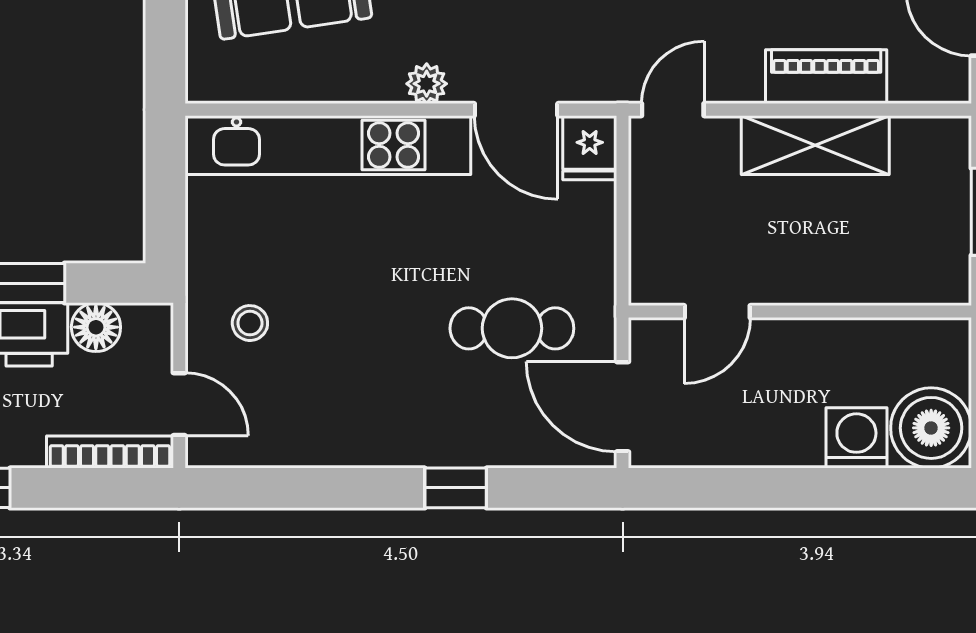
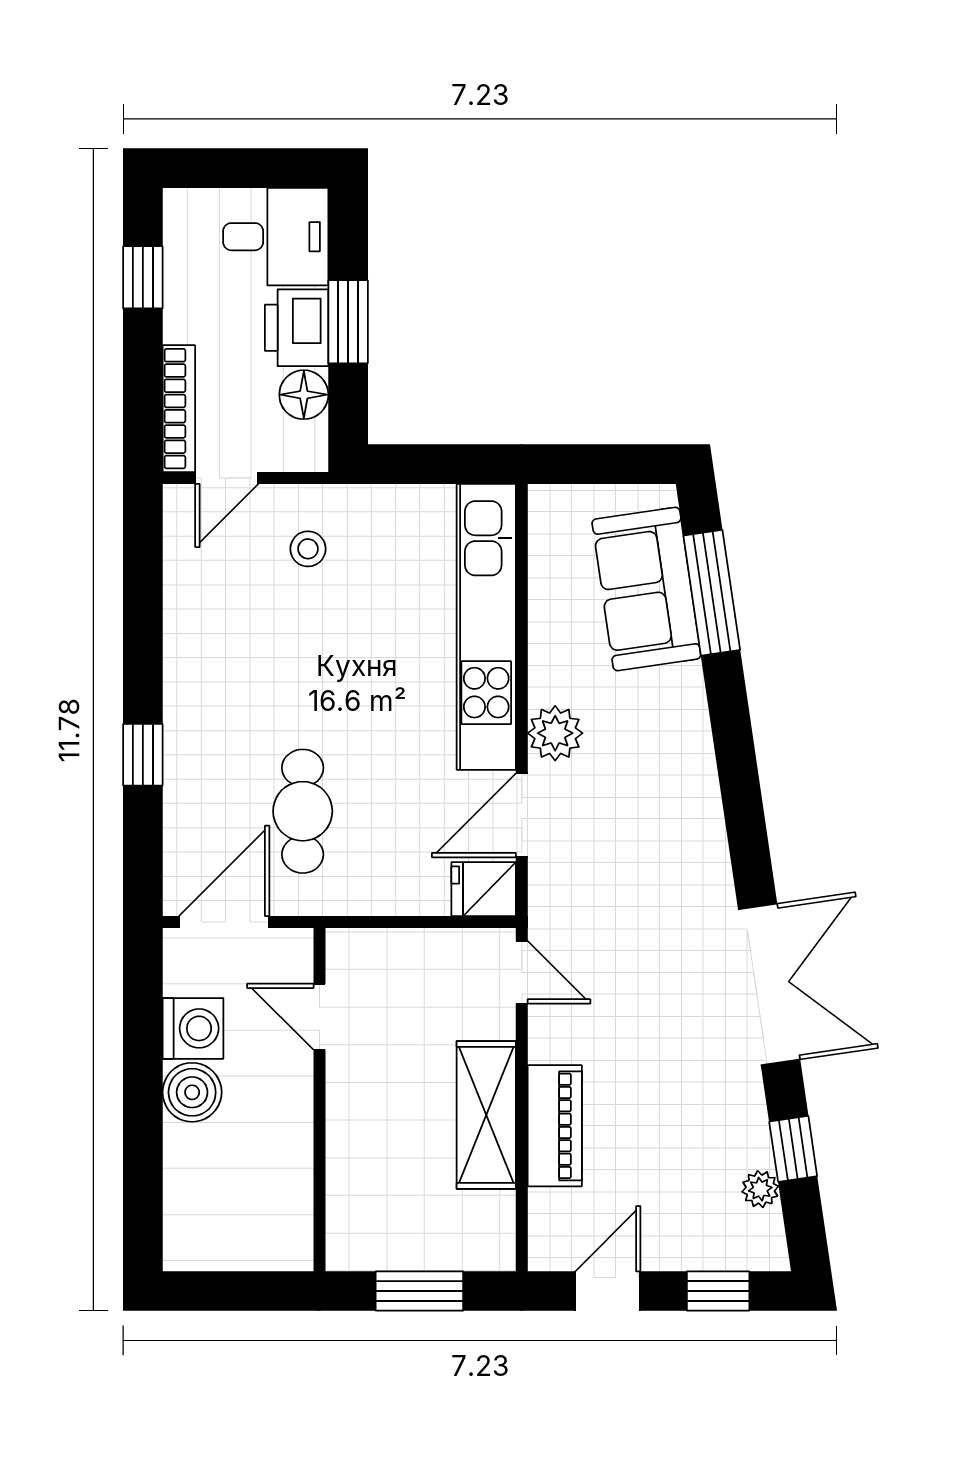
plant: (427, 84) -> (555, 733), width x1.38, depth x1.38
boiler: (931, 428) -> (192, 1092), moved, width x0.73, depth x0.73
washing machine: (856, 438) -> (193, 1028), moved

